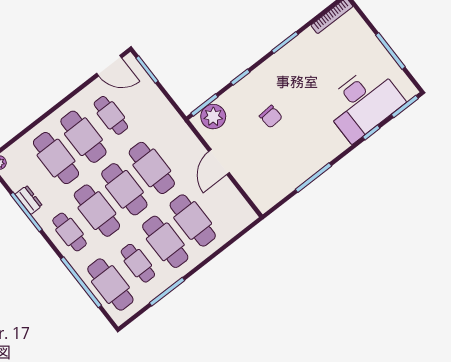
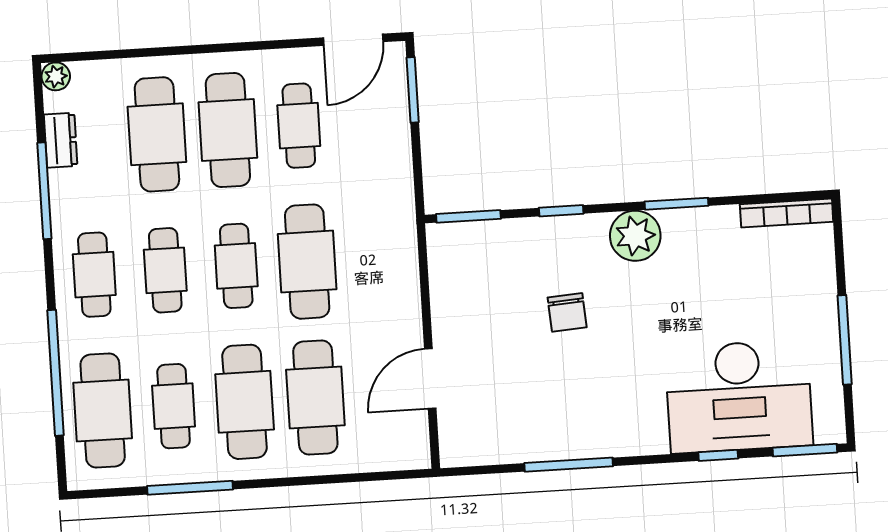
door: (109, 66) -> (353, 40), hinge flipped
plant: (213, 117) -> (635, 236), moved
door: (219, 162) -> (430, 379), moved
cafe table: (124, 189) -> (236, 266), width x0.73, depth x0.74
dresser: (29, 200) -> (61, 140), moved
cafe table: (97, 211) -> (165, 270), width x0.73, depth x0.74

